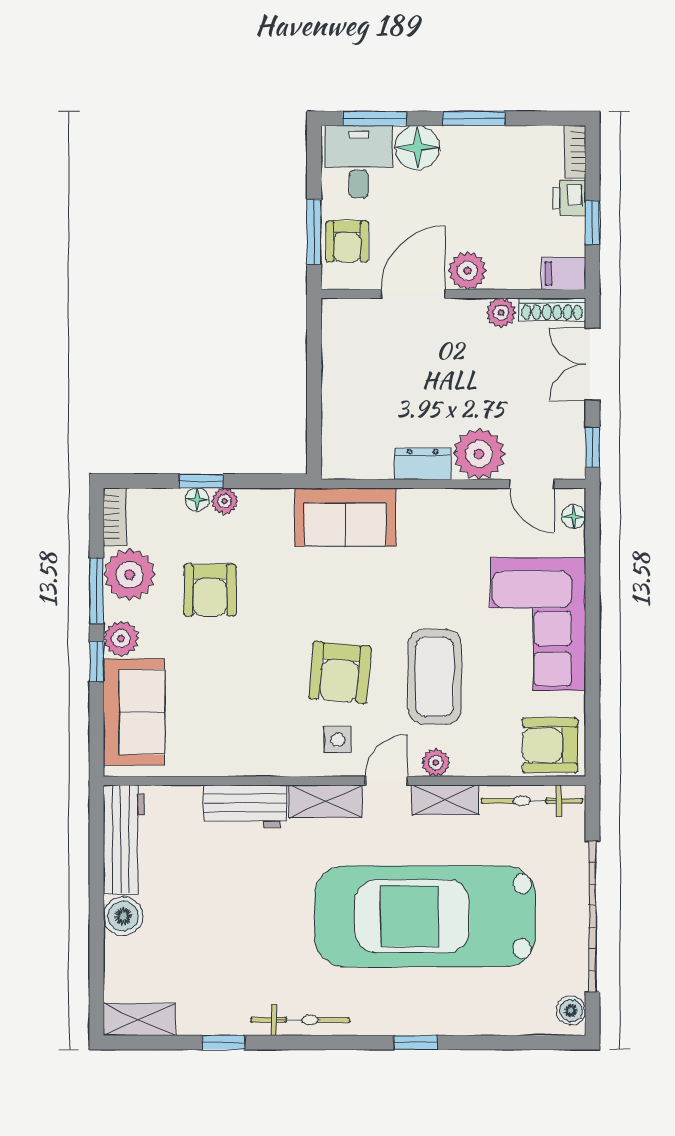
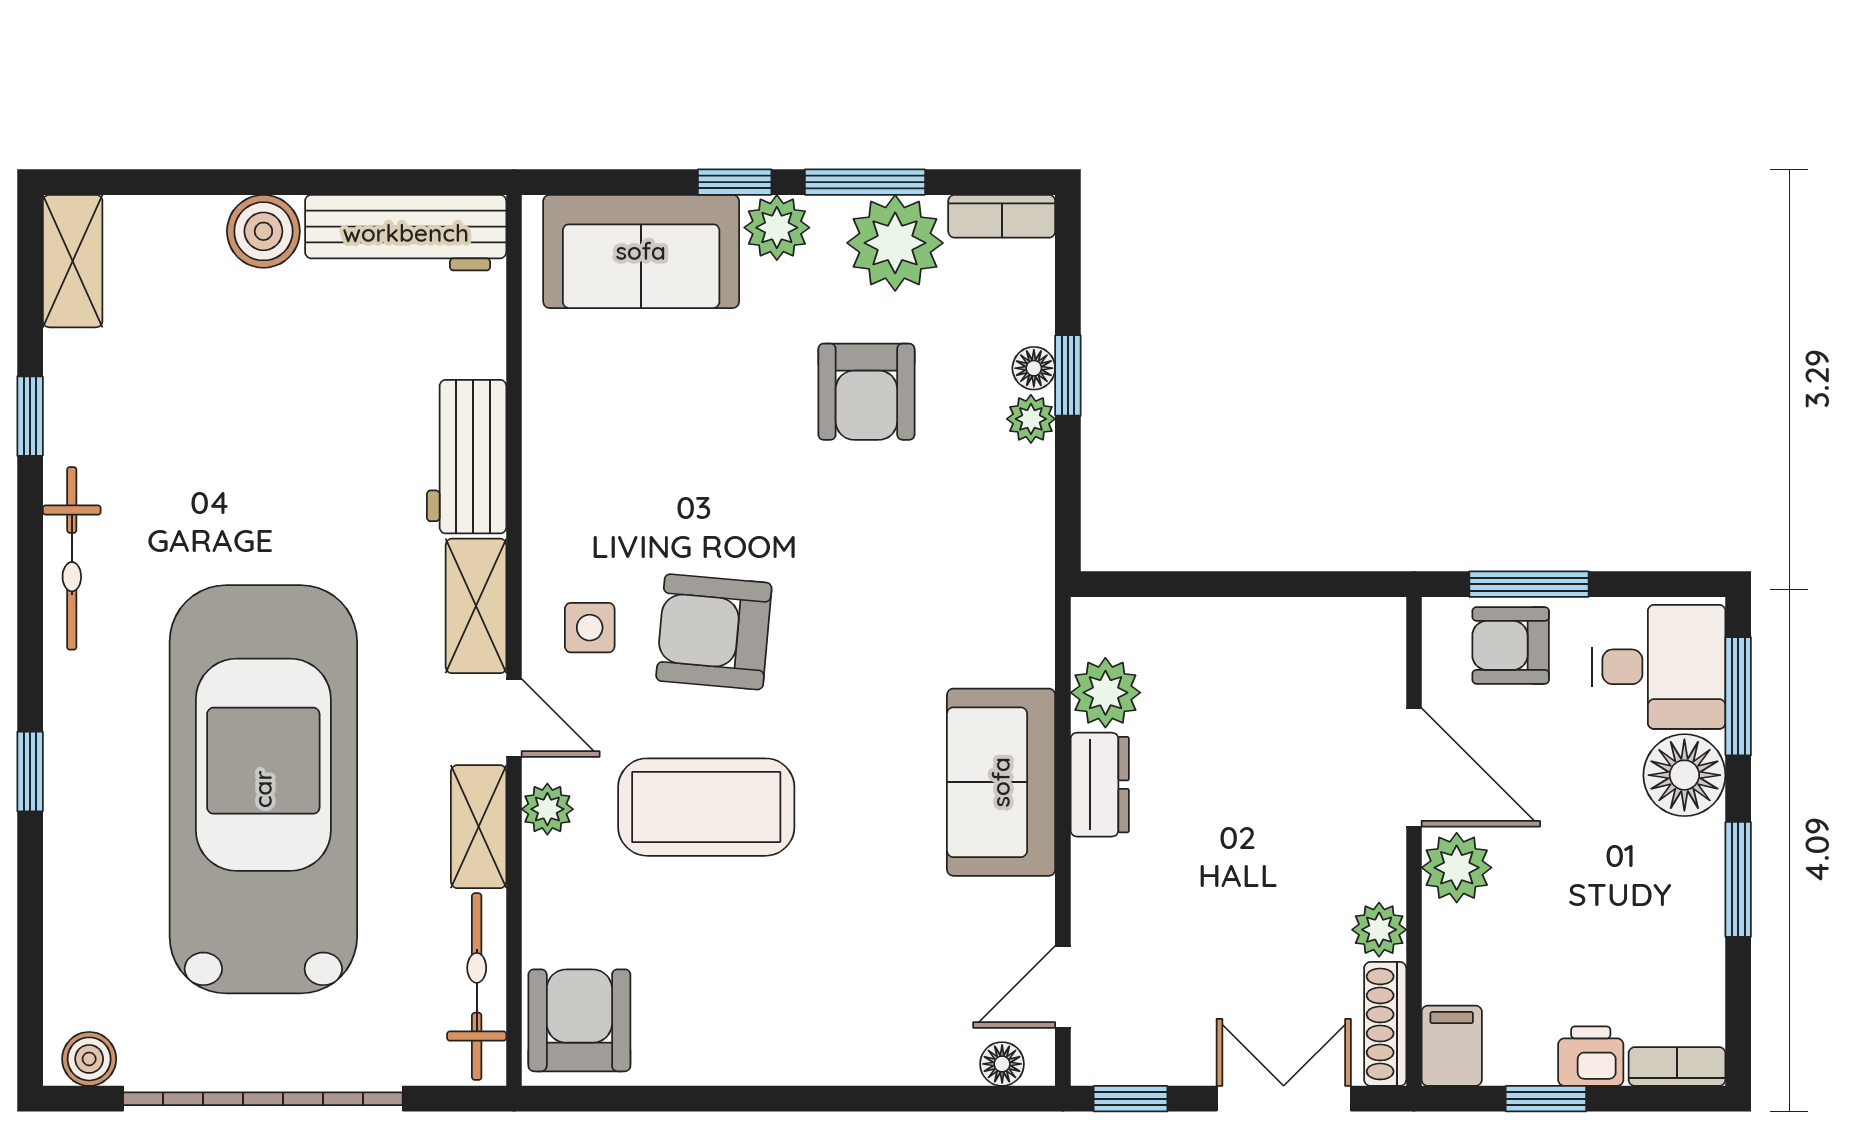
plant: (479, 454) -> (1105, 693), moved, width x0.73, depth x0.73
sofa: (345, 517) -> (1001, 782), moved
armchair: (210, 590) -> (866, 392), turned -90
corner sofa: (538, 624) -> (804, 998), removed

